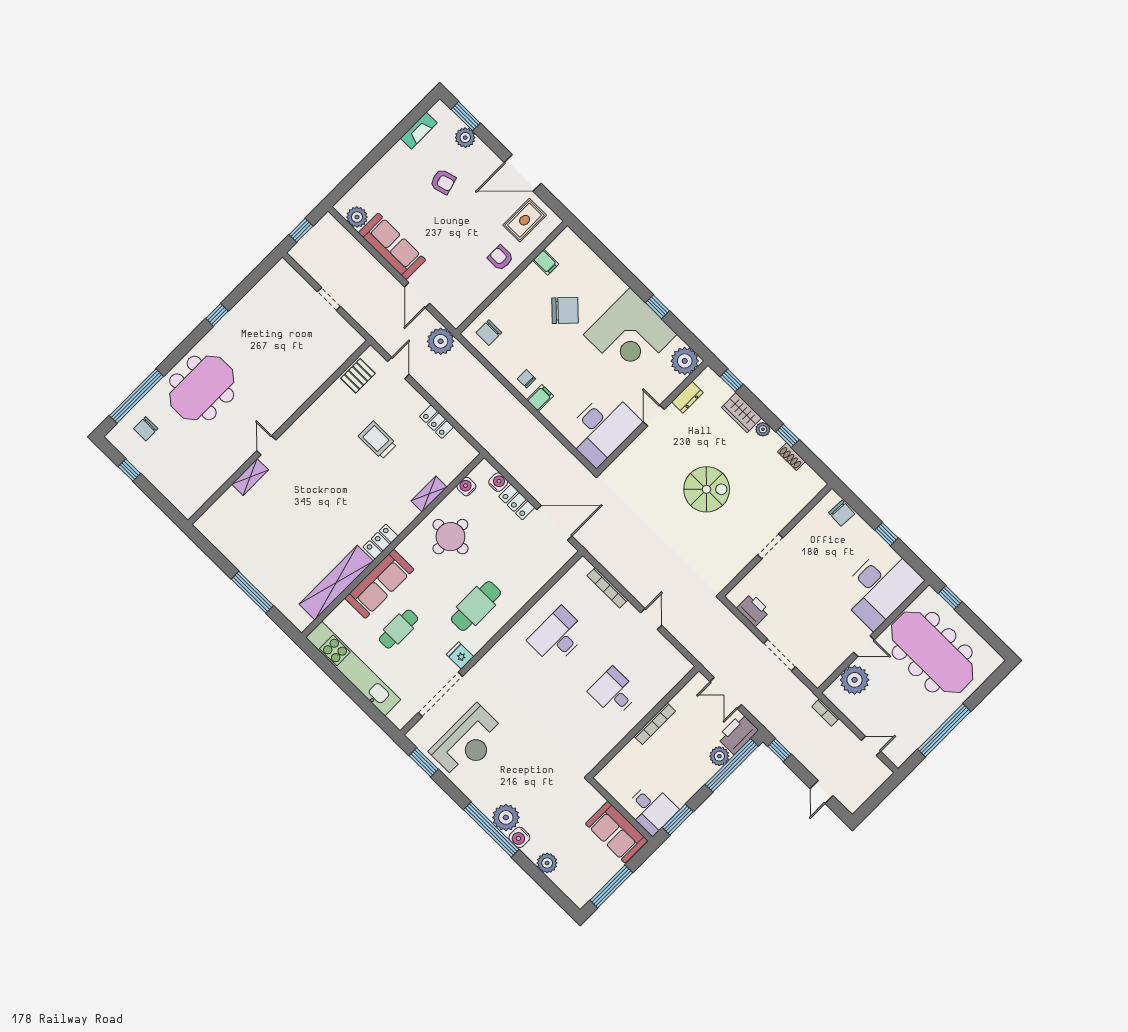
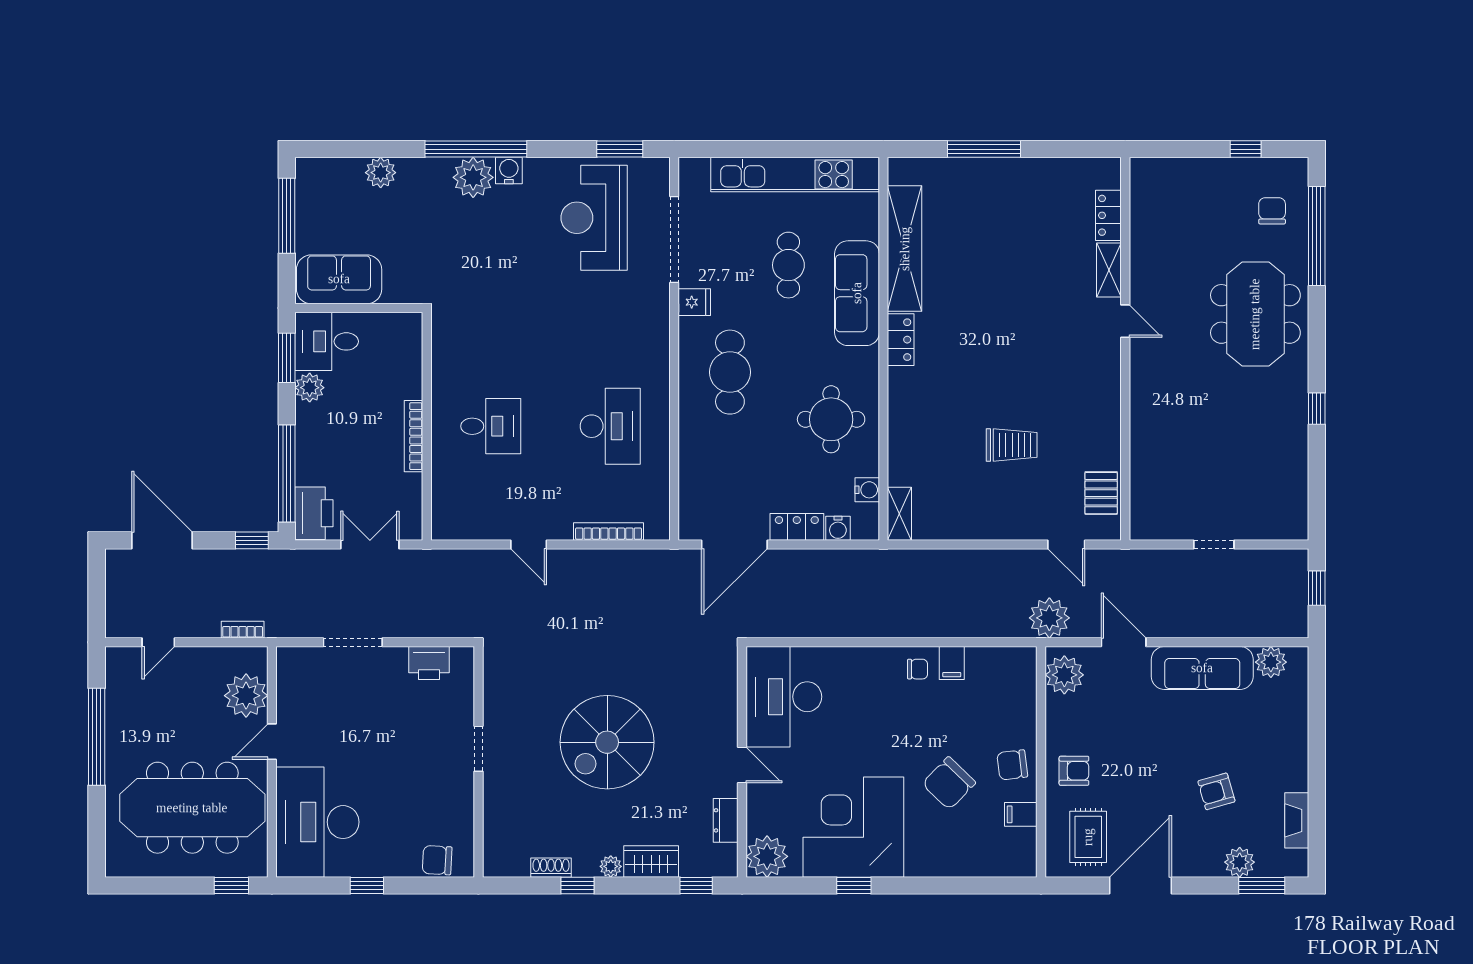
plant: (460, 307) -> (1064, 675), added
chair: (489, 333) -> (1012, 765), moved, turned -97
filing cabinet: (540, 398) -> (952, 663), moved
locker: (437, 422) -> (1108, 215), moved, turned -90
spiral stairs: (707, 489) -> (607, 742), width x1.37, depth x1.37
shelving: (429, 494) -> (899, 514), moved
plant: (719, 756) -> (310, 388), moved
door: (822, 792) -> (162, 540), width x1.88
water cooler: (519, 837) -> (509, 170), moved

